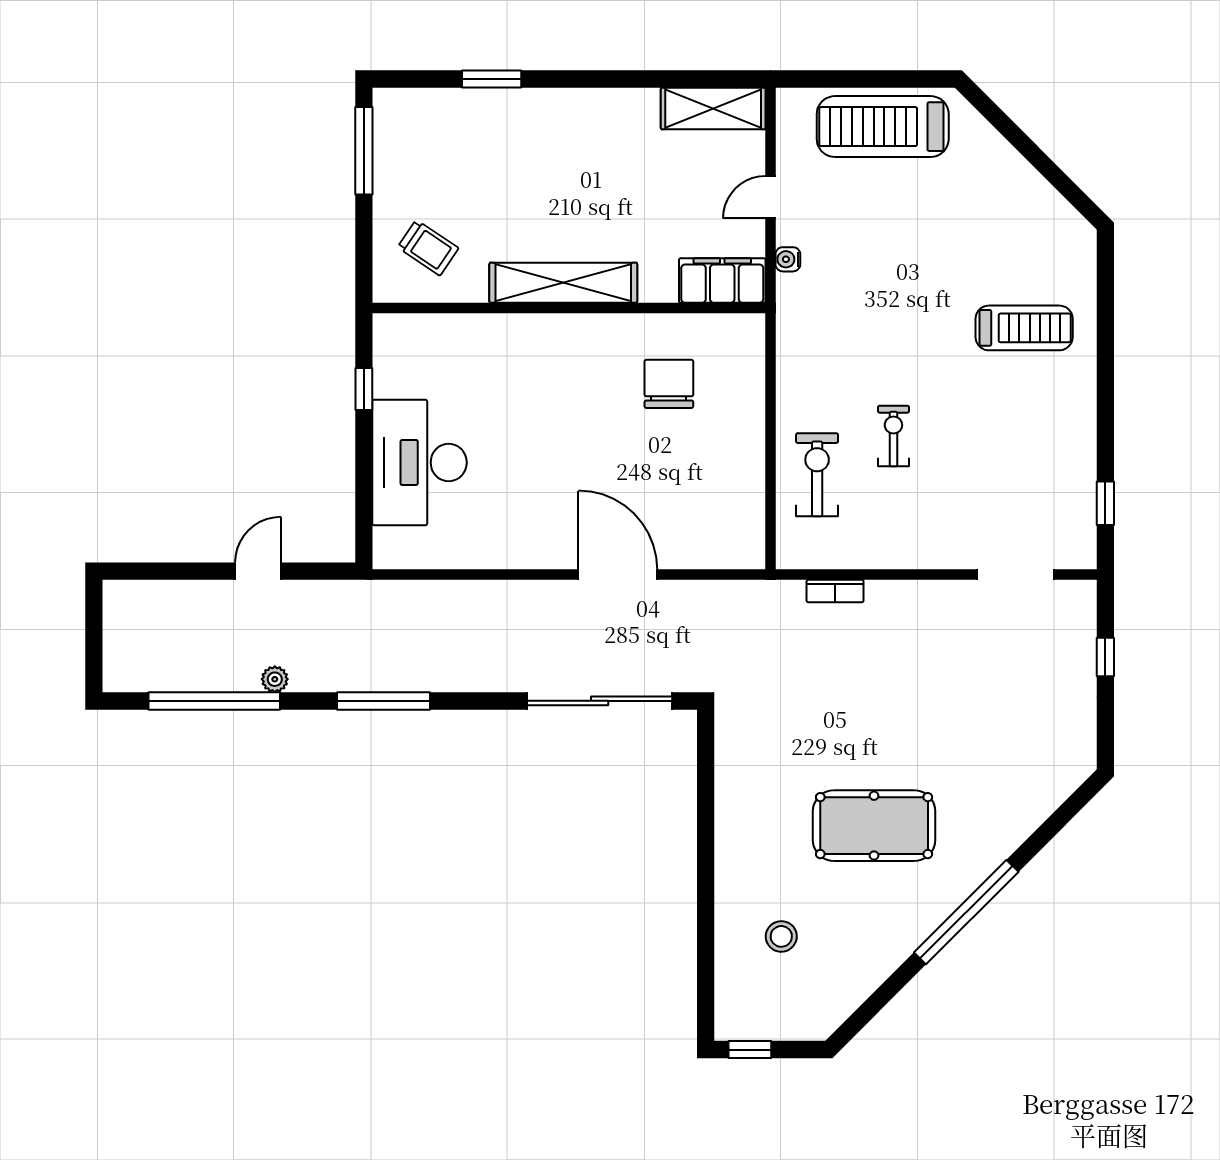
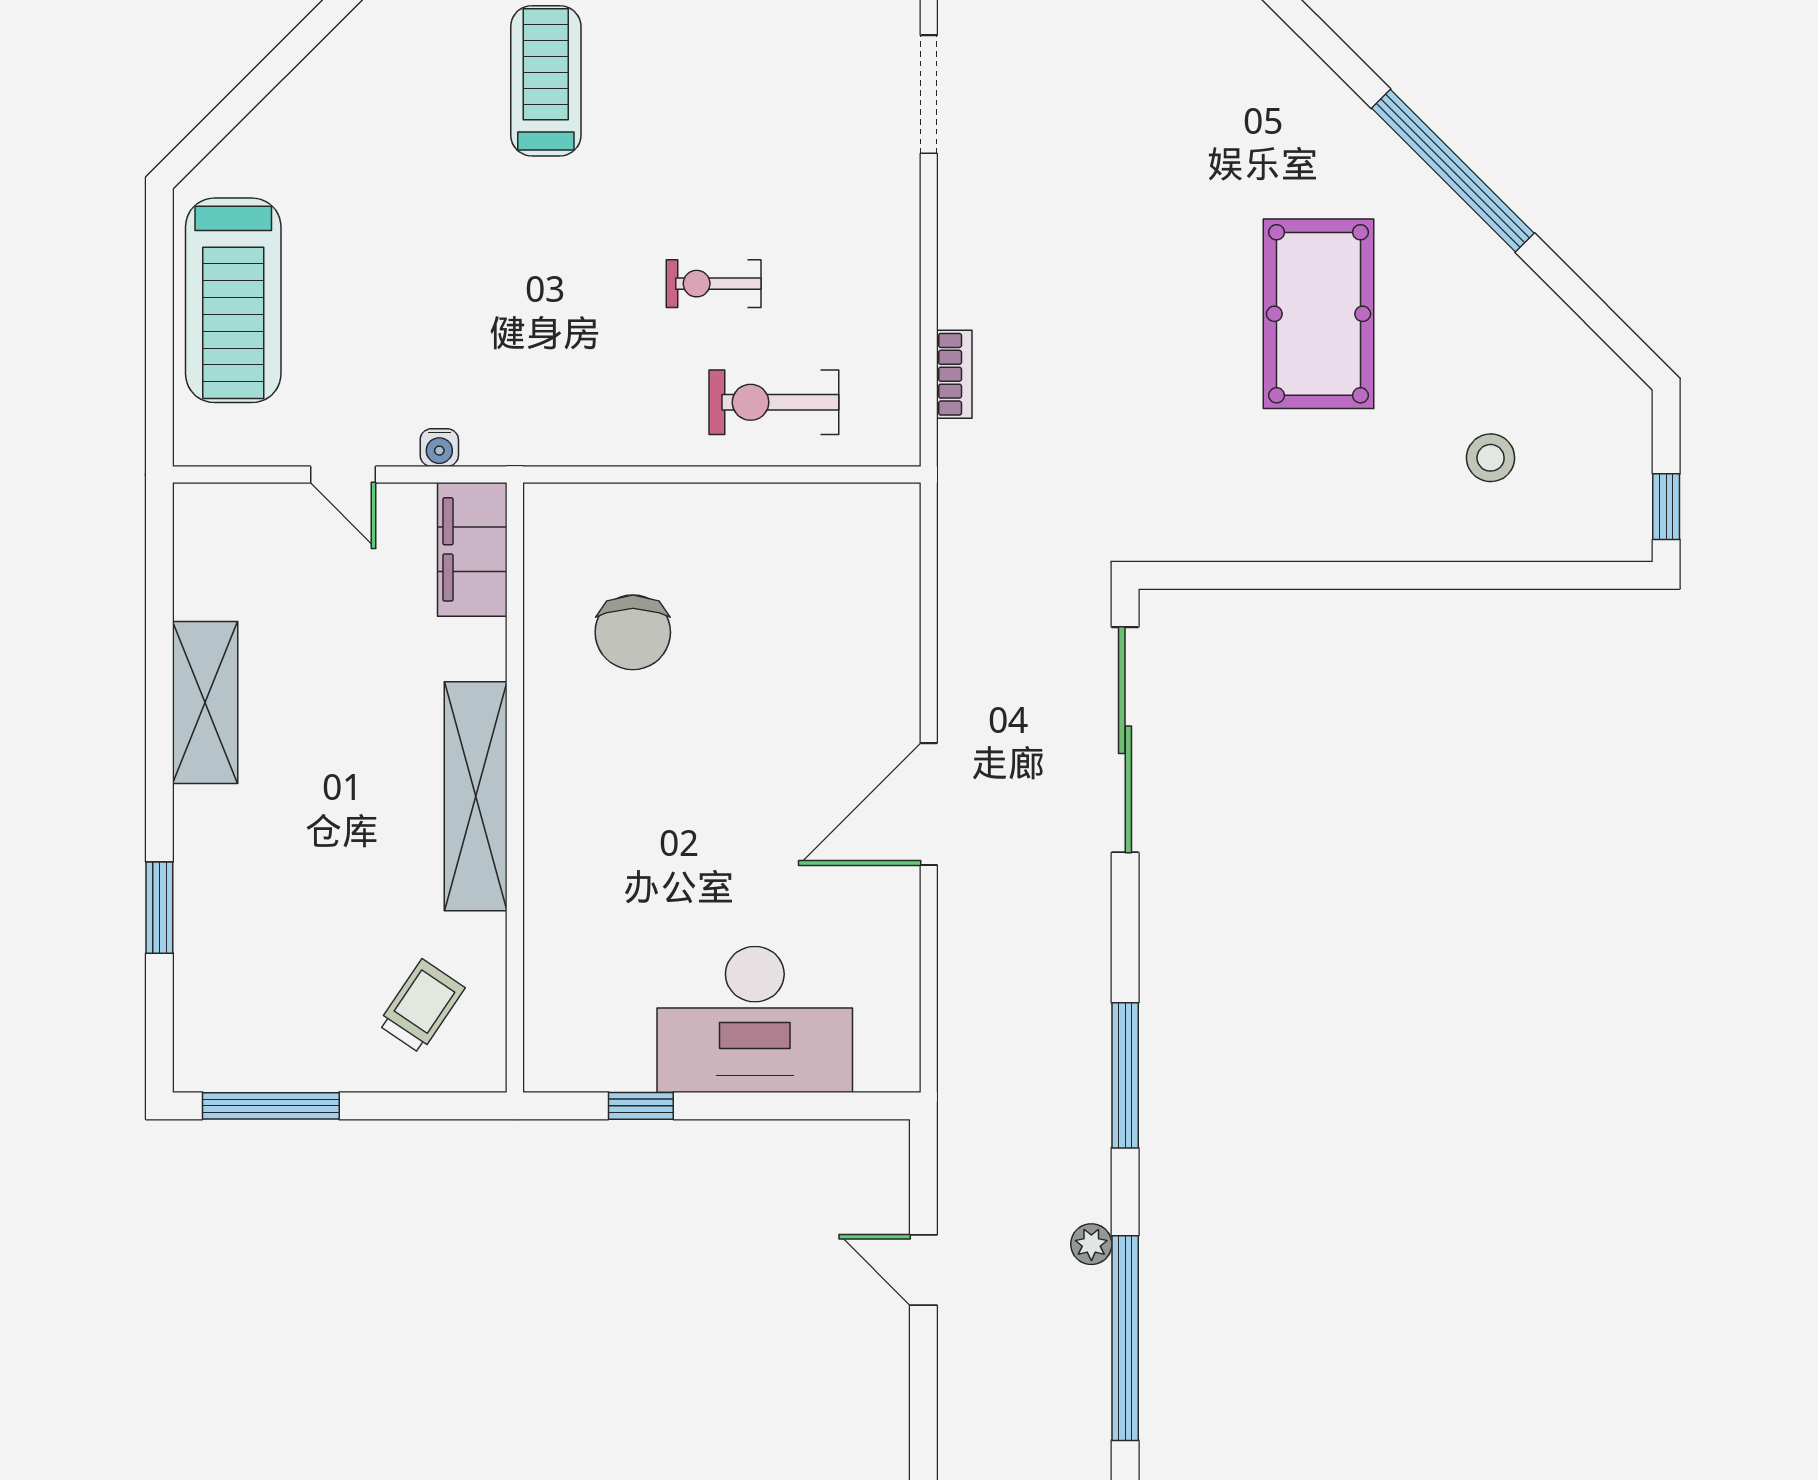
shelving: (713, 108) -> (205, 702), moved
chair: (669, 384) -> (633, 632), turned -90
door: (618, 575) -> (929, 804), moved

